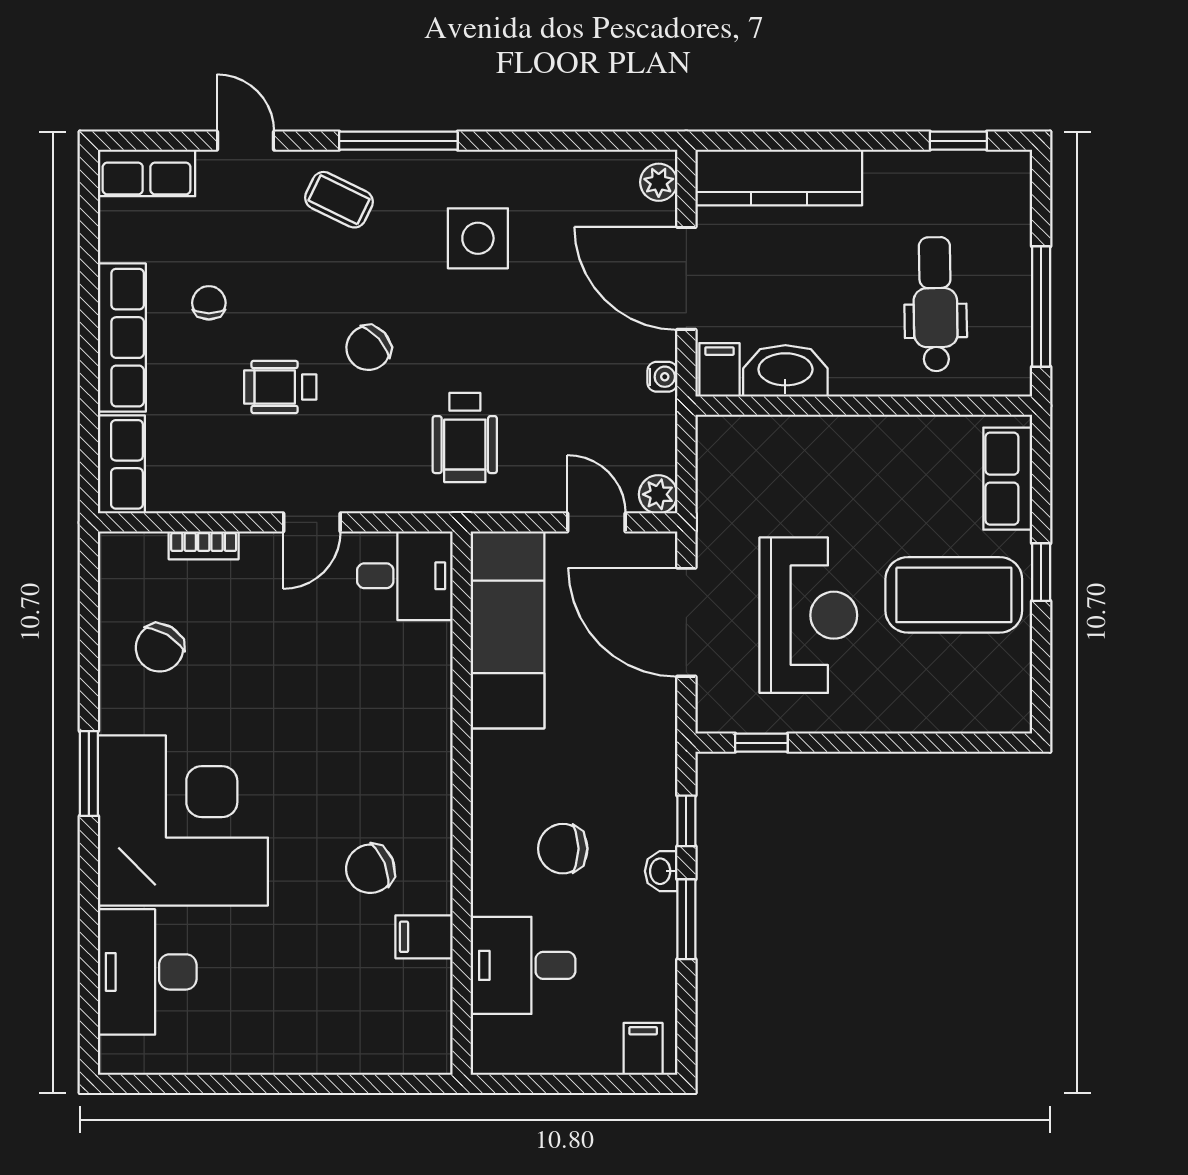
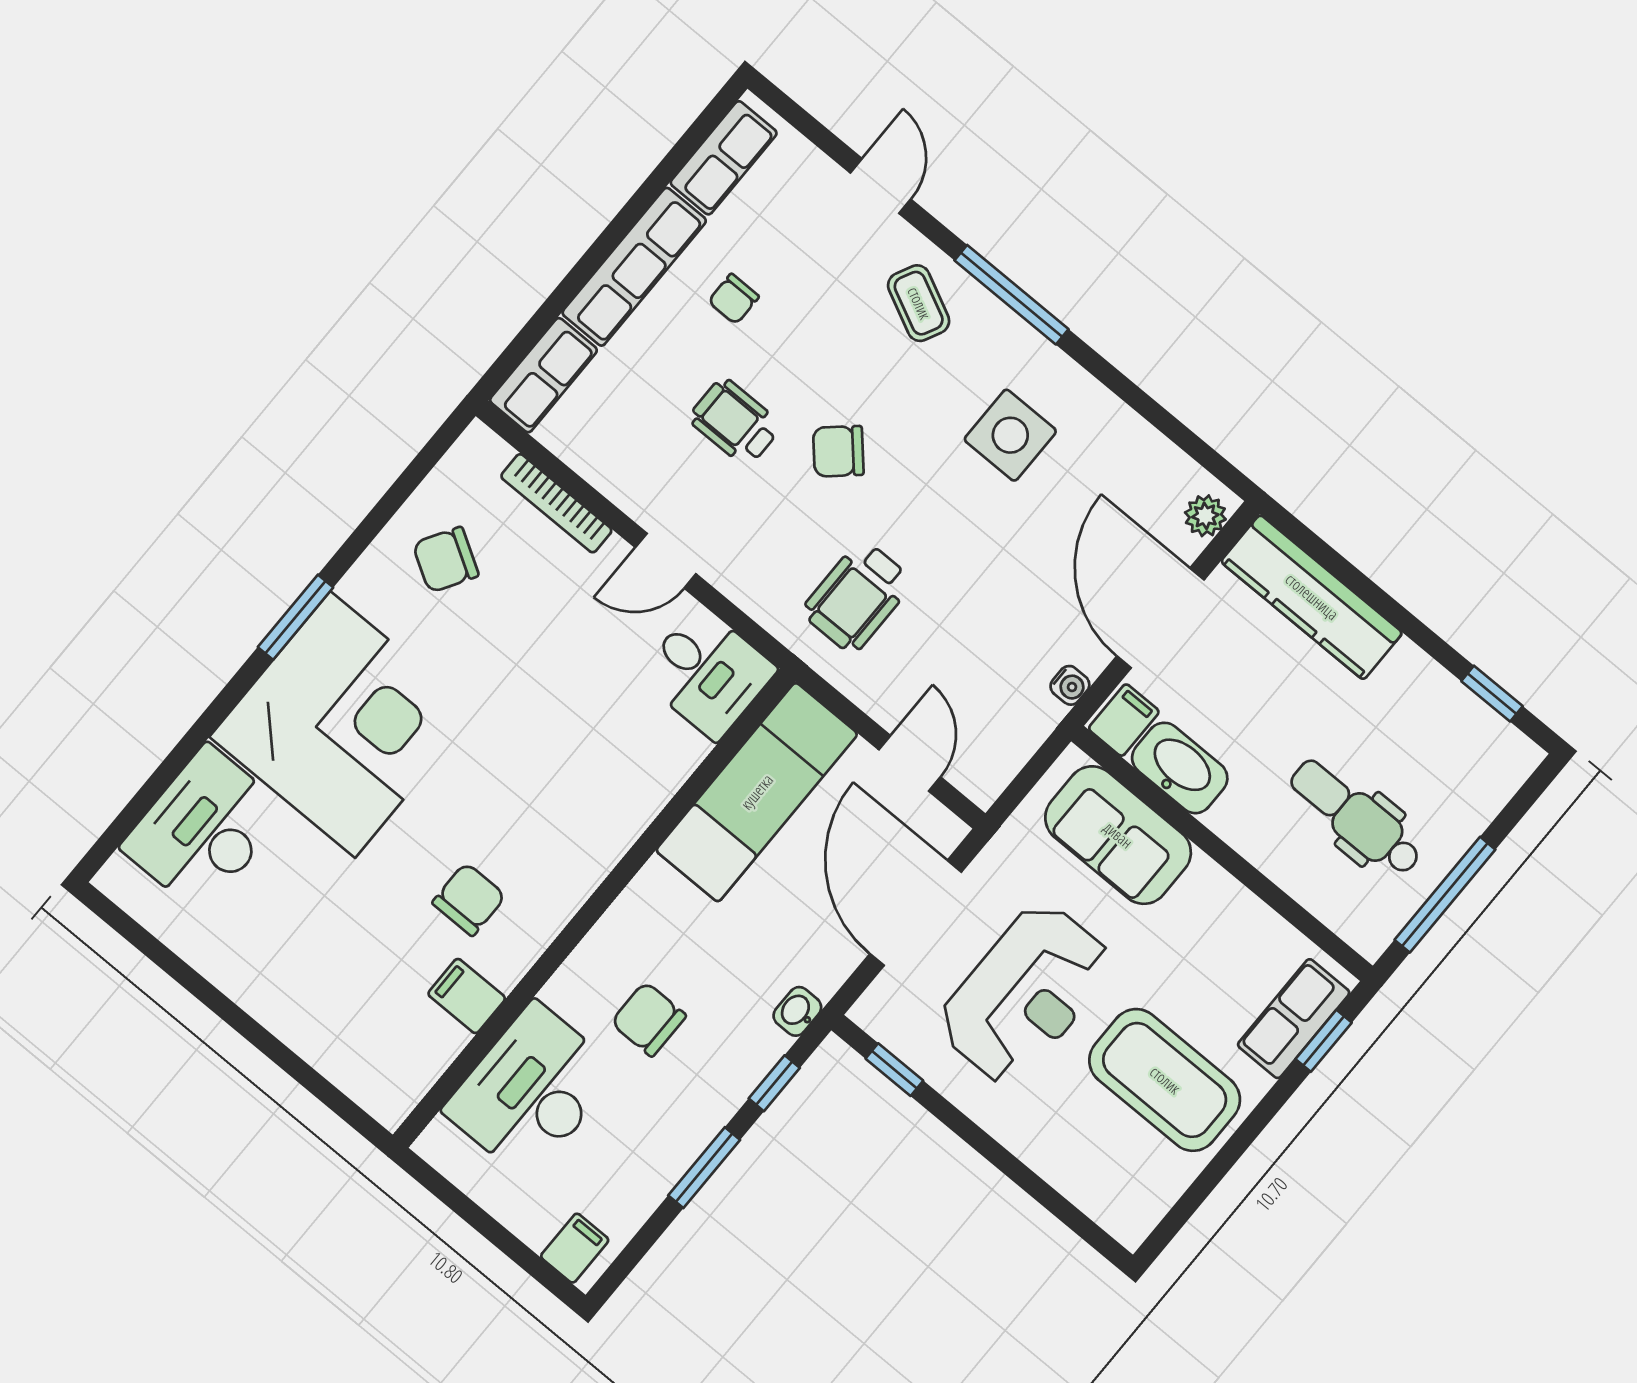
row of seats: (147, 173) -> (724, 158), moved, turned -90
chair: (209, 303) -> (734, 299), turned 180
dental chair: (935, 304) -> (1356, 817), turned -89
sofa: (781, 453) -> (1118, 835), added
plant: (658, 494) -> (983, 783), removed
bookcase: (204, 545) -> (556, 503), width x1.56
window: (1041, 572) -> (1324, 1041), moved
chair: (370, 869) -> (469, 899), turned 112
washbasin: (661, 871) -> (797, 1011), moved
desk: (523, 965) -> (531, 1091), width x1.37

